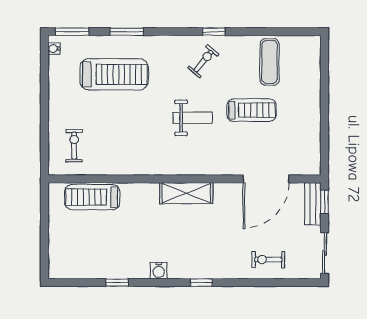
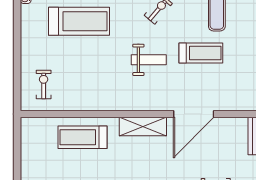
door: (266, 179) -> (194, 114), moved
treadmill: (92, 197) -> (83, 137), moved

